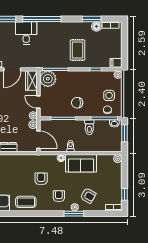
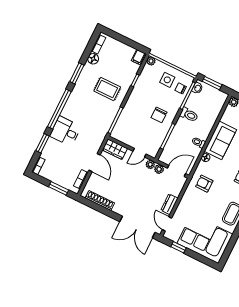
window: (92, 19) -> (77, 73), moved
plant: (48, 79) -> (121, 132), removed
armchair: (41, 179) -> (204, 184), moved

